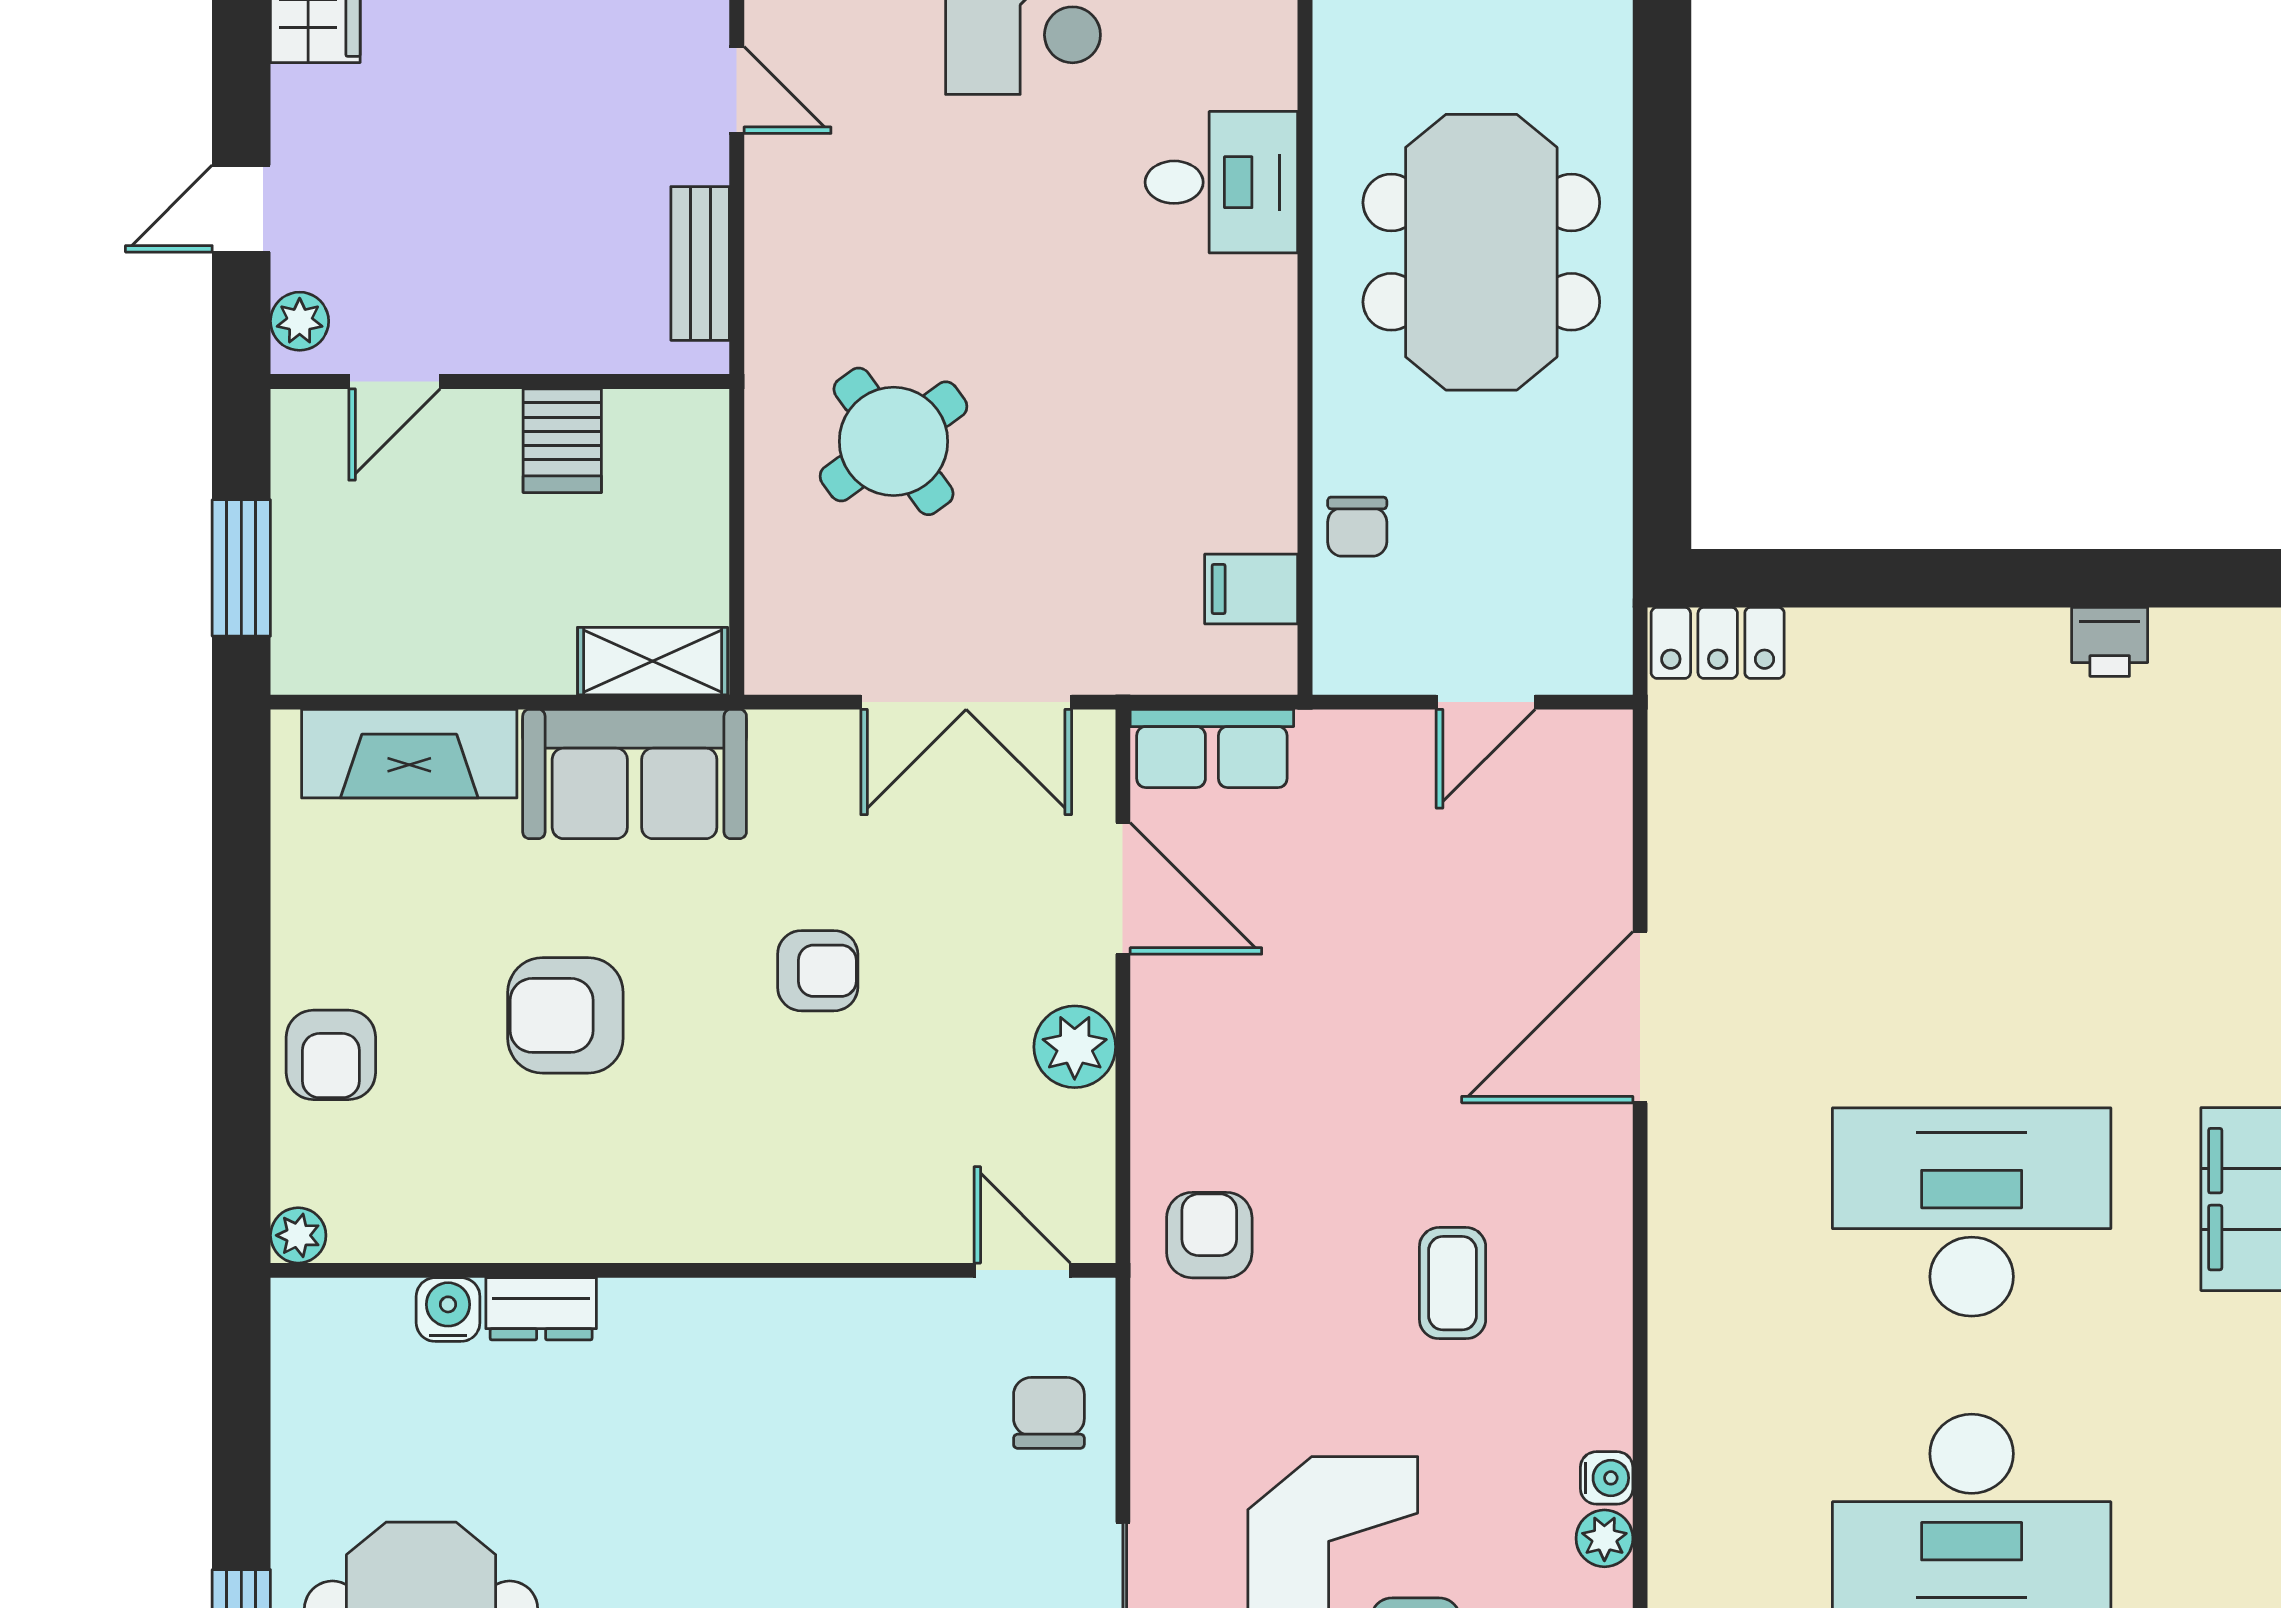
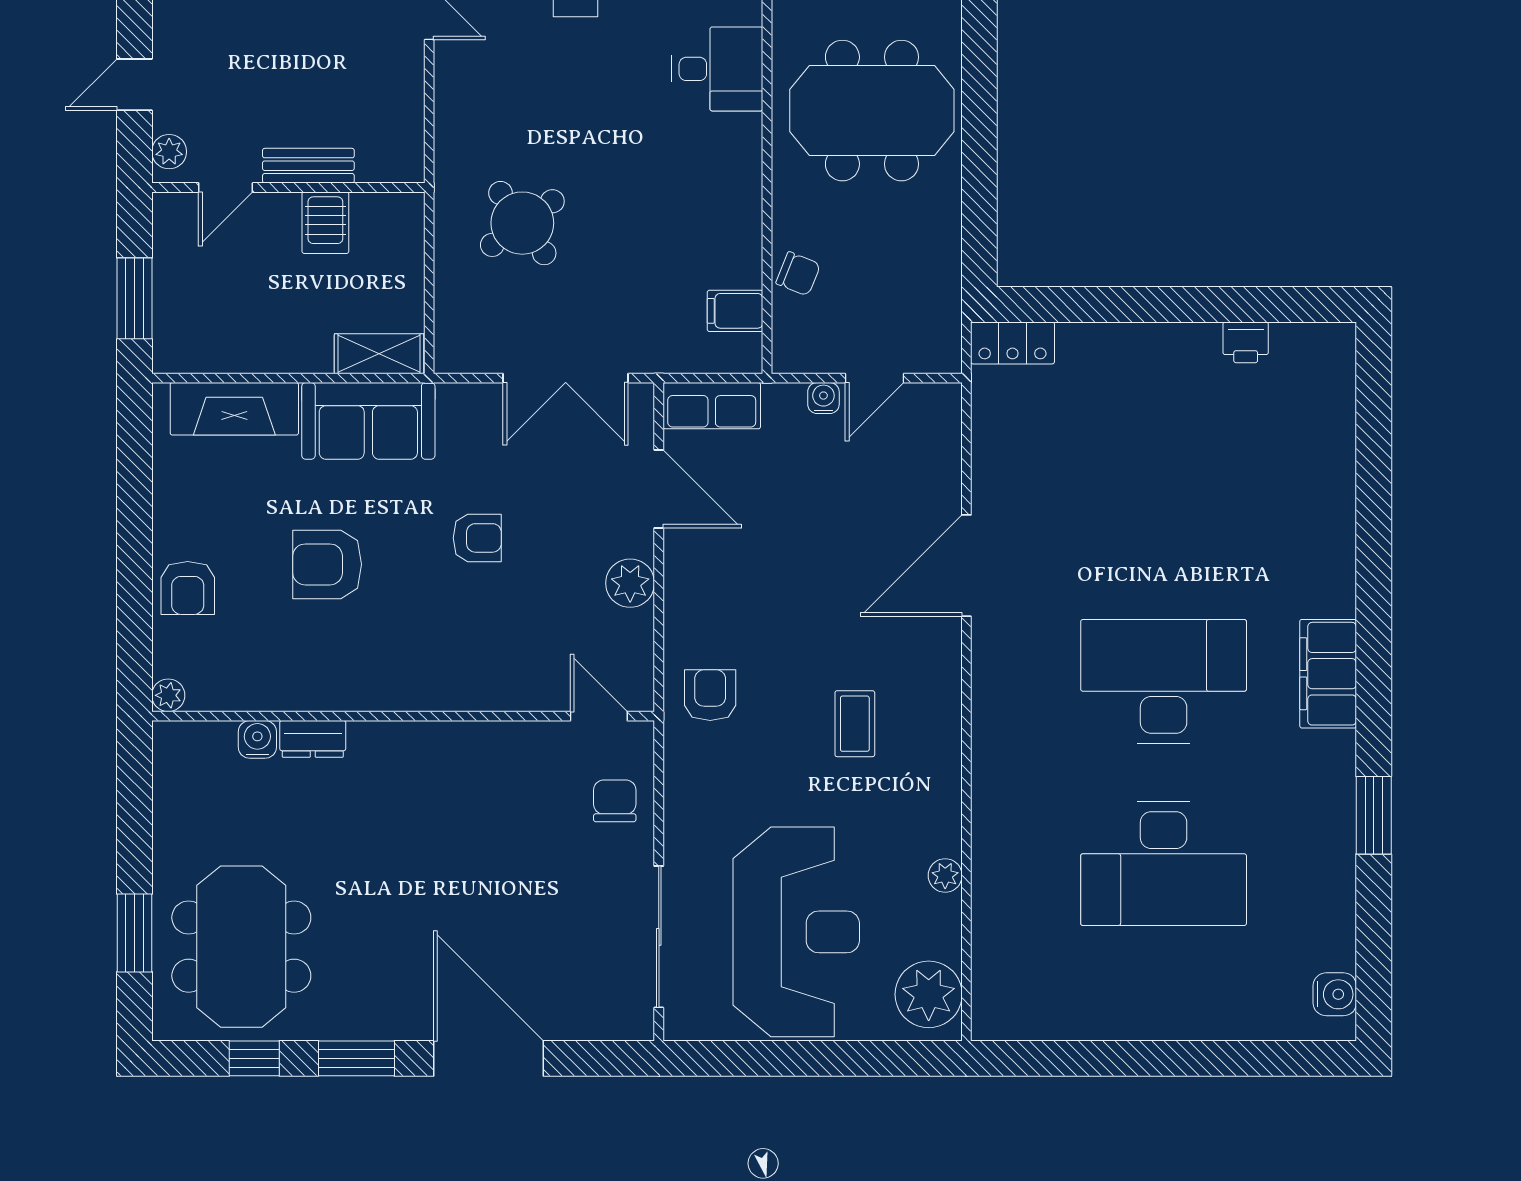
meeting table: (1481, 252) -> (872, 111), turned 90
bench: (700, 263) -> (308, 166), moved, turned 90
chair: (1357, 527) -> (798, 274), turned -68
water cooler: (1607, 1478) -> (823, 398), moved, turned -90

